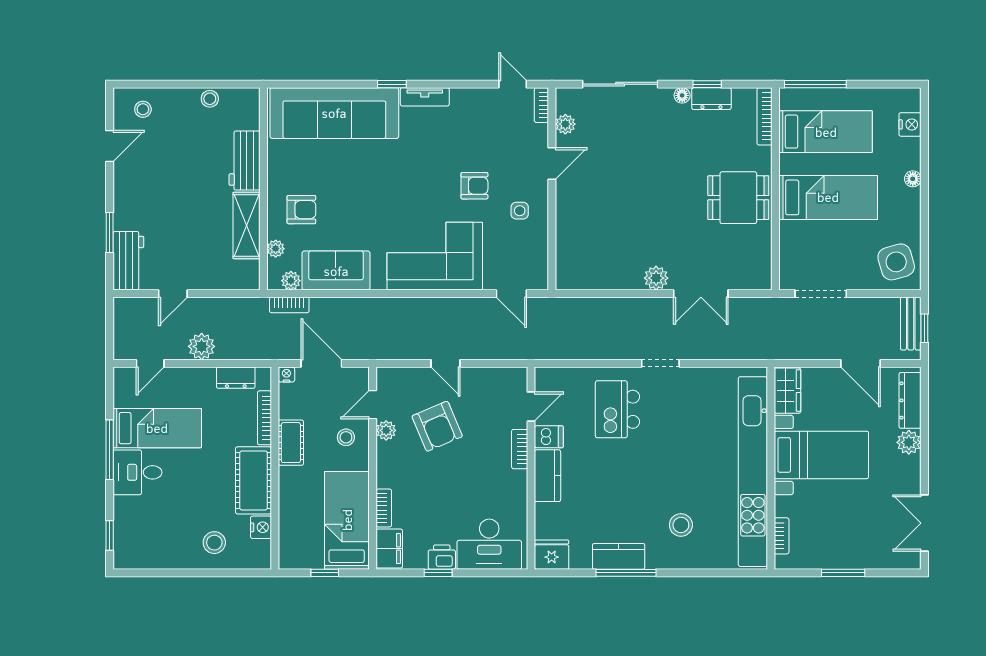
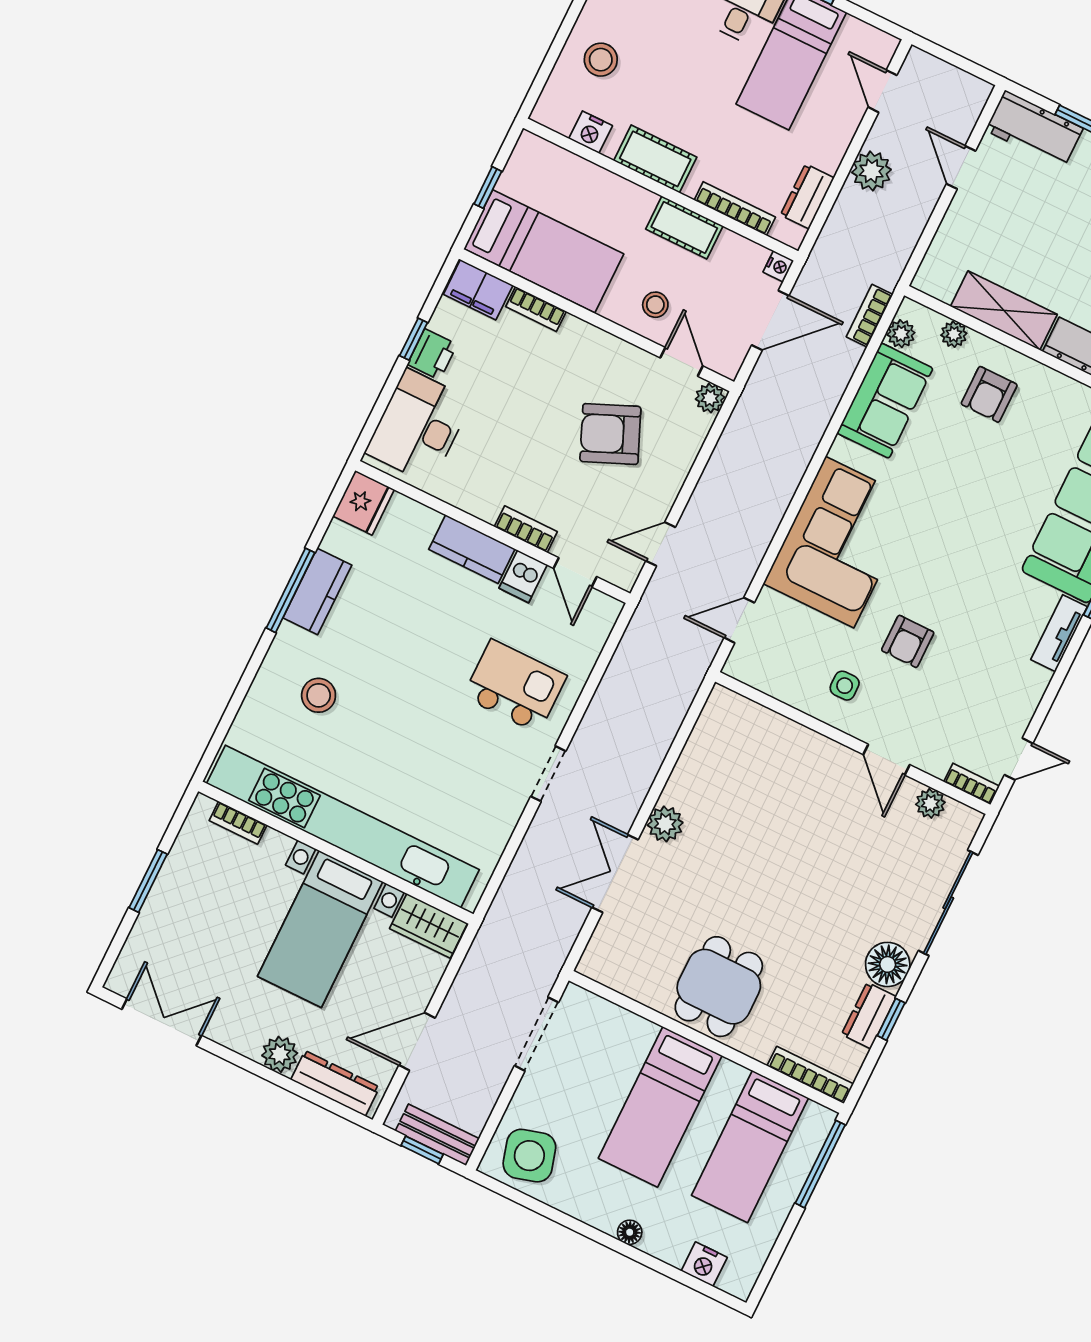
floor lamp: (682, 95) -> (888, 964), width x1.89, depth x1.89
door: (445, 363) -> (661, 544), moved
plant: (386, 430) -> (710, 398), moved
cot: (254, 480) -> (655, 159), width x0.73, depth x0.75

